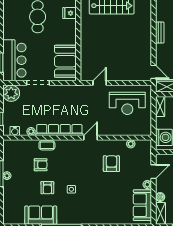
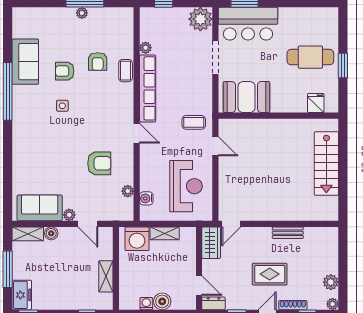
coffee table: (83, 98) -> (194, 122), added
reception desk: (127, 103) -> (186, 186), turned 180
shelving: (160, 106) -> (165, 233), moved
water cooler: (15, 131) -> (146, 198), moved

